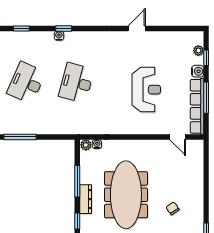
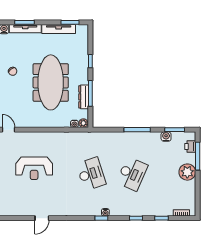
desk: (76, 83) -> (91, 174), turned -33
reception desk: (146, 90) -> (34, 168), turned -90
dresser: (86, 199) -> (84, 97), moved

